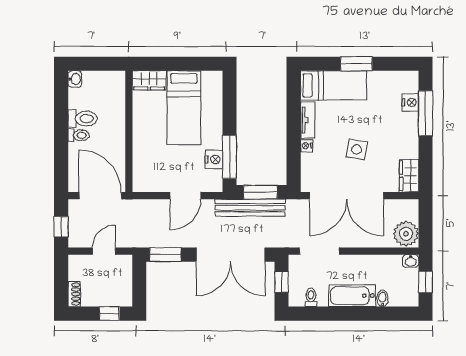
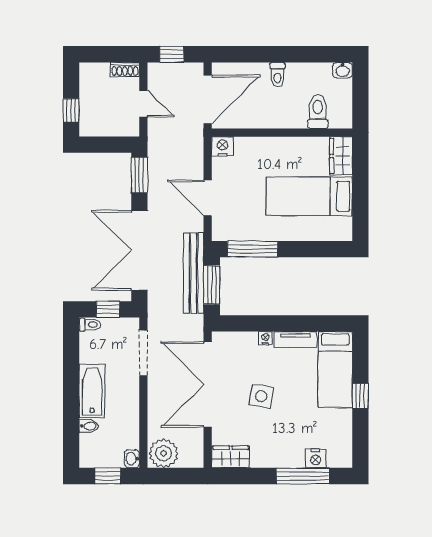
window: (356, 64) -> (360, 396), width x0.67
toilet: (83, 119) -> (318, 112), moved, turned 180
nightstand: (214, 159) -> (222, 146), moved, turned 180
shoe rack: (74, 294) -> (125, 69), moved
toilet: (311, 297) -> (90, 325), moved

